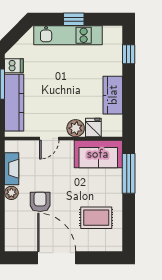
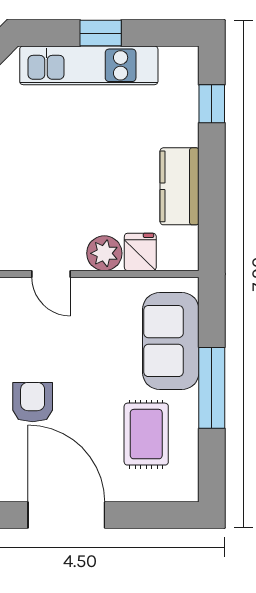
door: (49, 138) -> (51, 274), hinge flipped
sofa: (98, 154) -> (171, 341), moved, turned 90
window: (129, 173) -> (212, 388), moved
rug: (96, 218) -> (146, 434), turned 90

